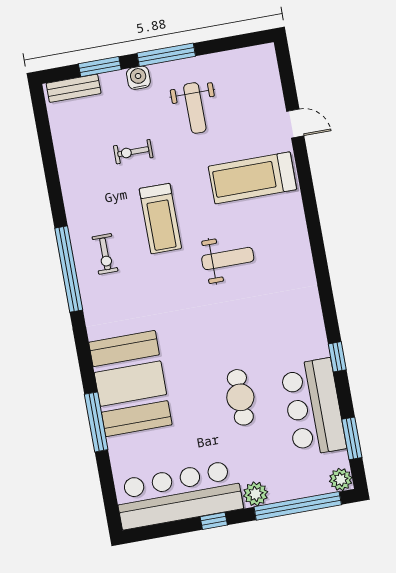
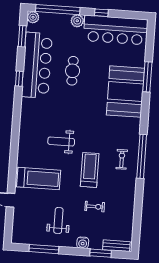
window: (166, 55) -> (44, 249), moved
bar counter: (313, 407) -> (37, 65), width x1.36

